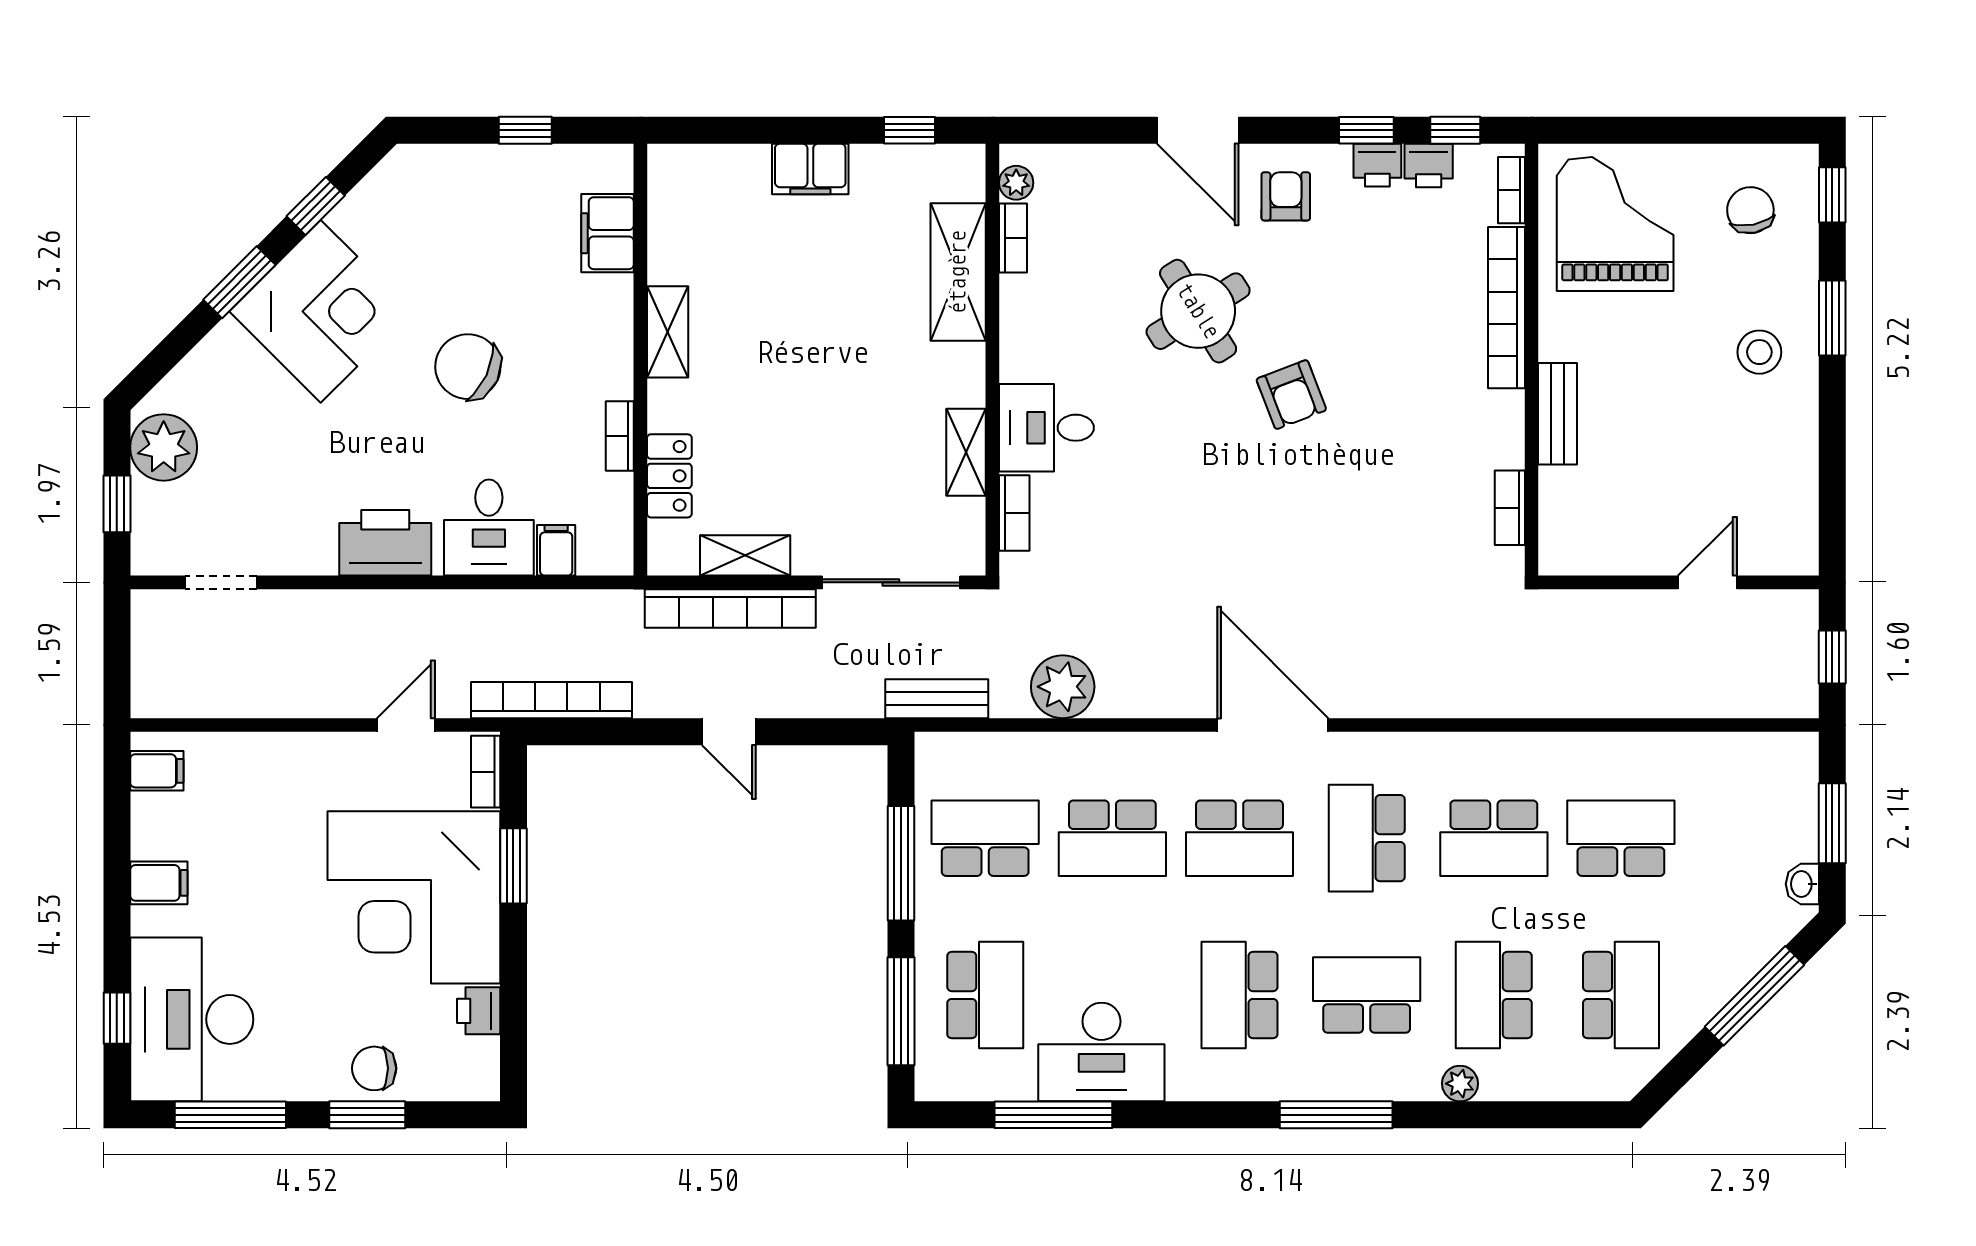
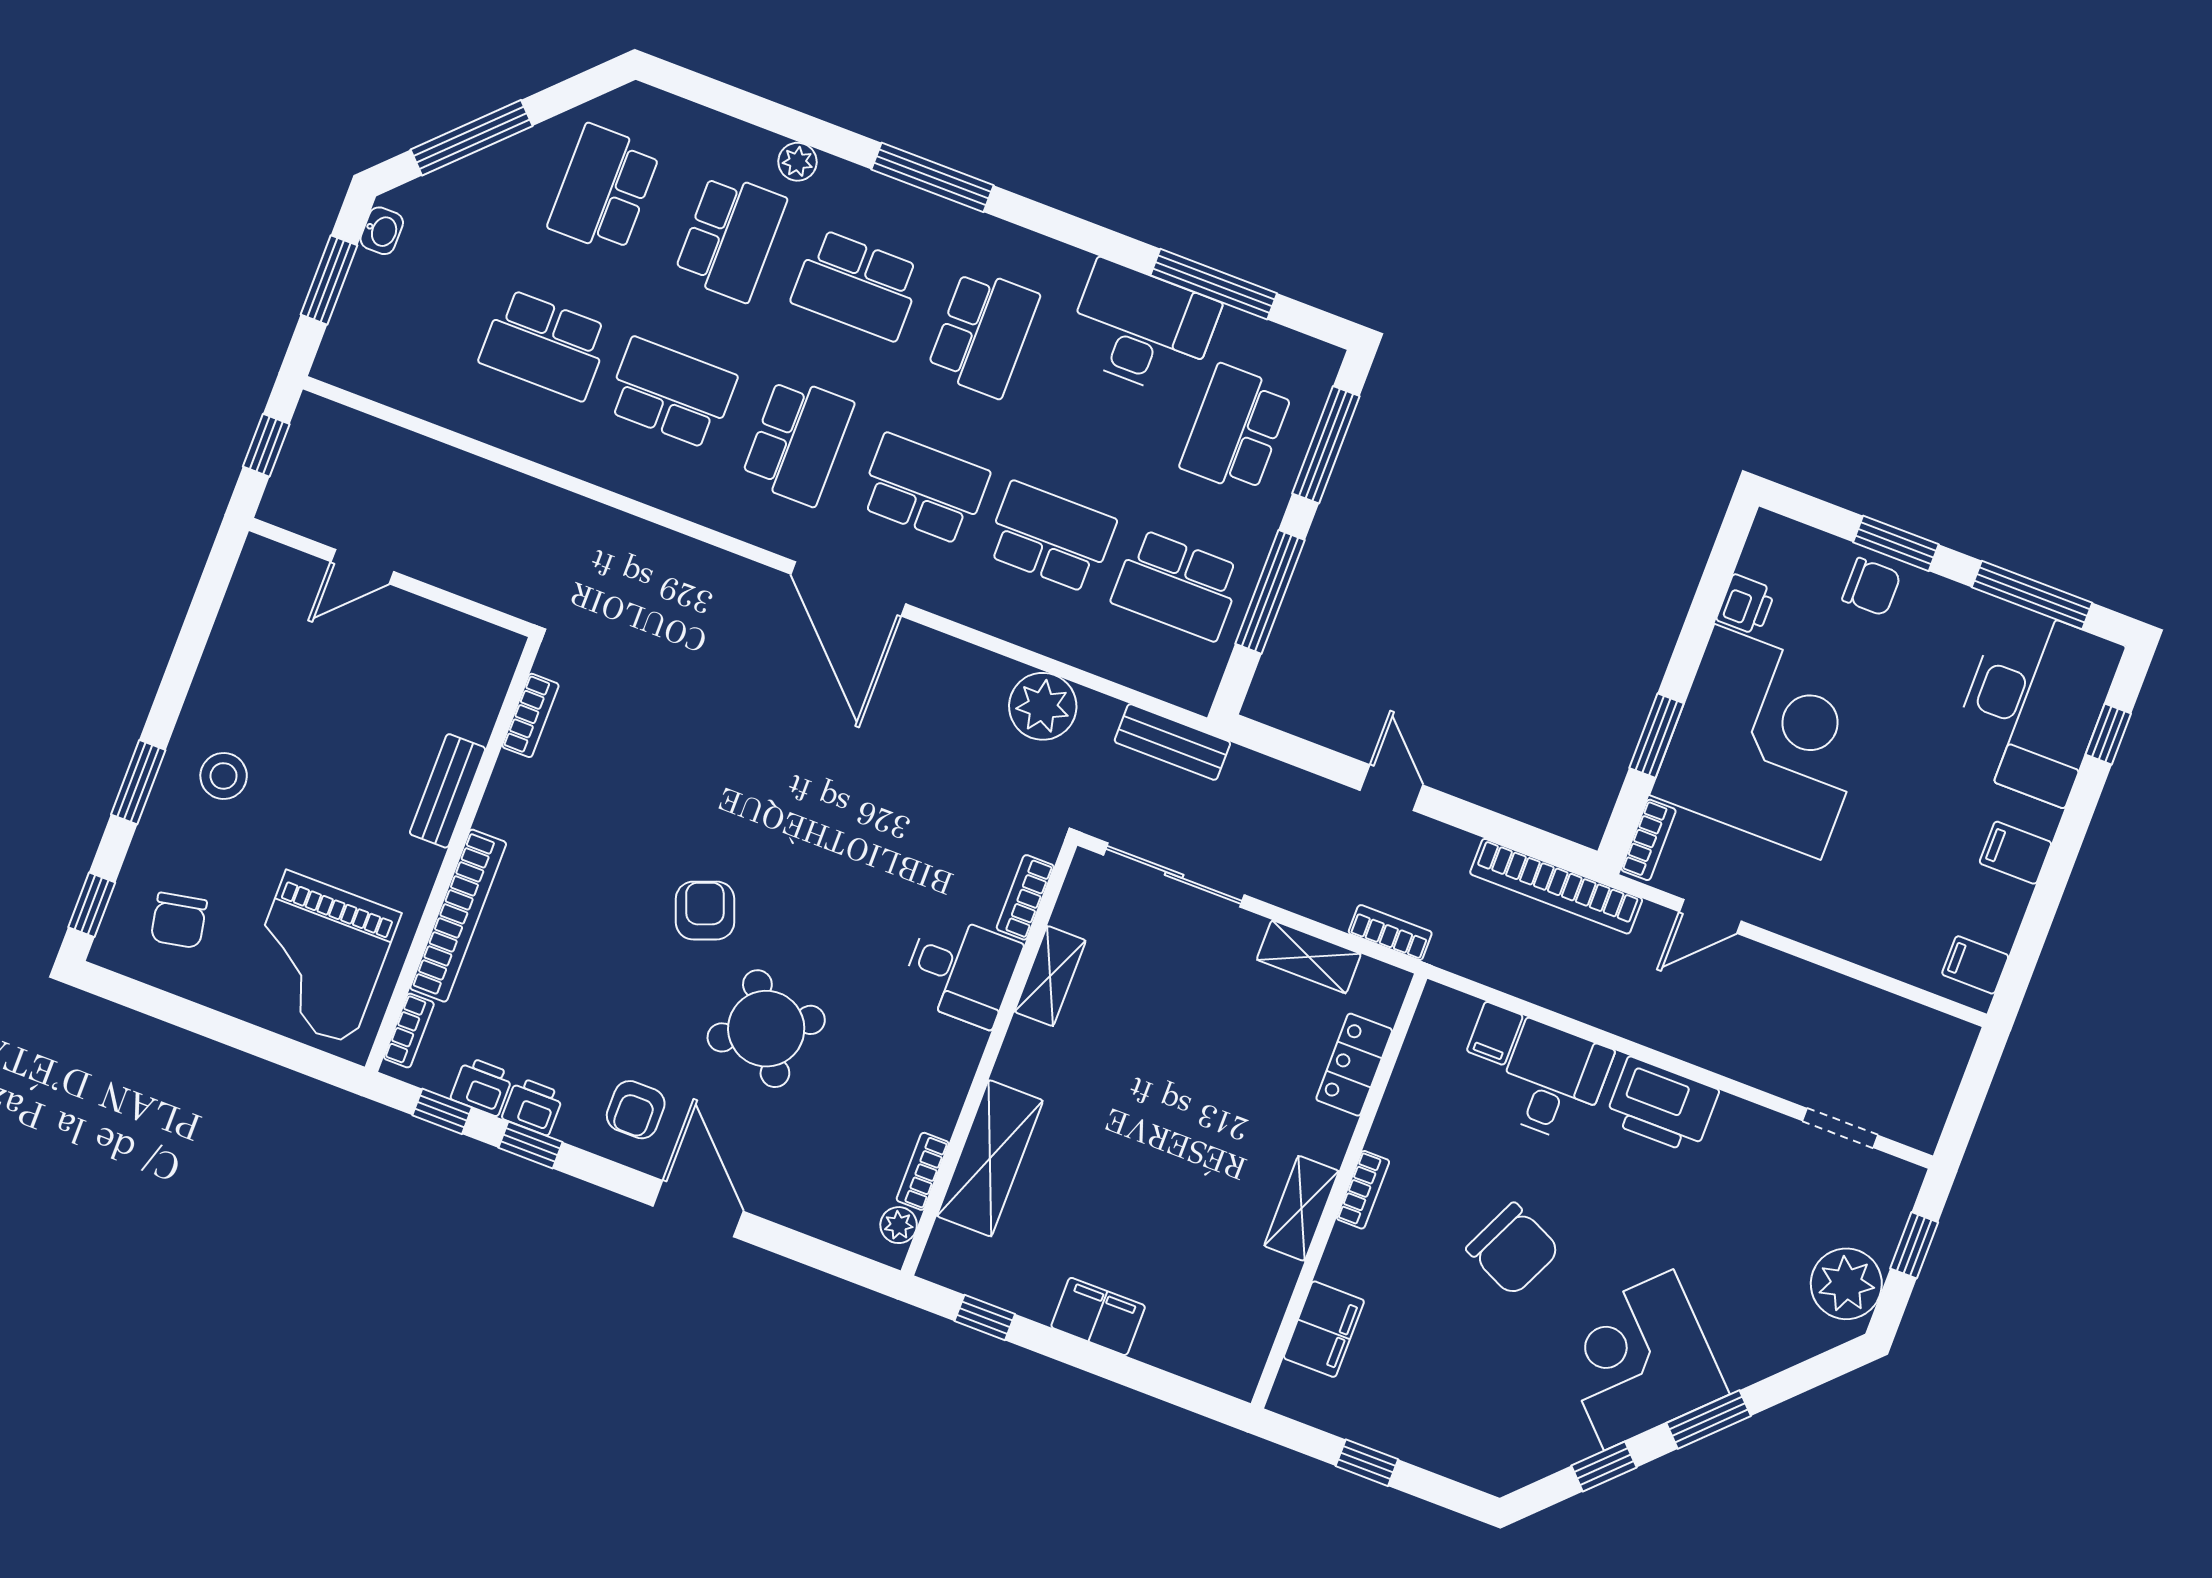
bookcase: (620, 436) -> (1363, 1190), moved
bookcase: (730, 609) -> (1390, 933), width x0.43, depth x0.76

